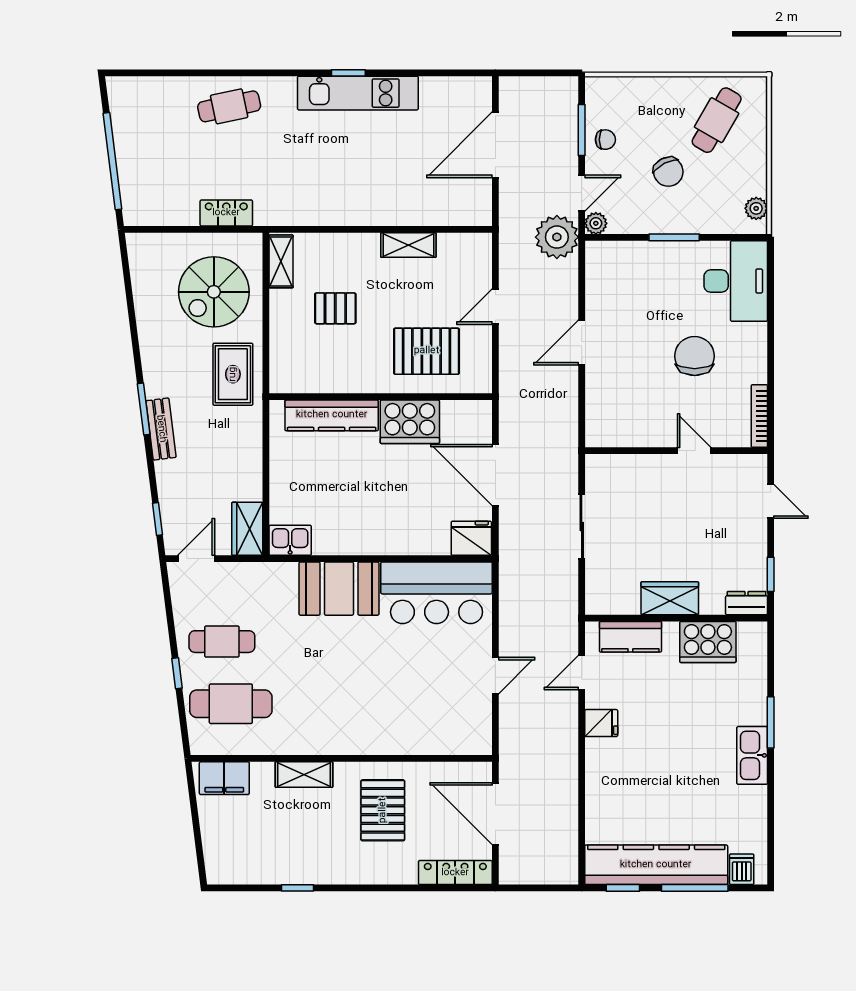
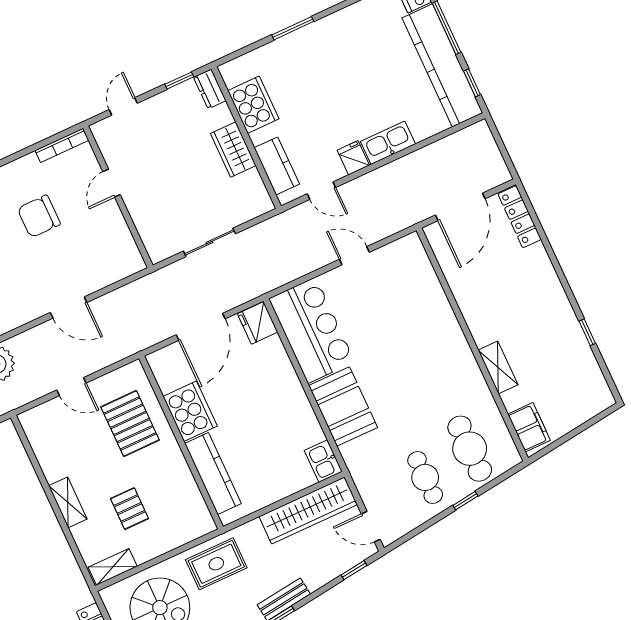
shelving: (408, 245) -> (68, 502), moved
wardrobe: (247, 529) -> (308, 510), width x2.10, depth x1.17
kitchen sink: (752, 755) -> (388, 143), moved, turned 180
pallet: (383, 810) -> (498, 294), removed

